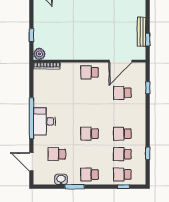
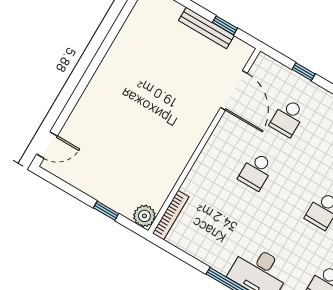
school desk: (90, 72) -> (256, 171), moved

